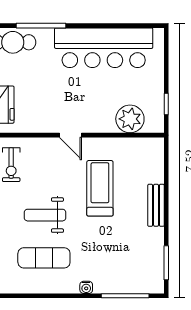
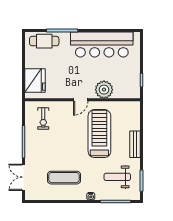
plant: (130, 119) -> (104, 90), moved
door: (70, 135) -> (81, 100), hinge flipped
treadmill: (100, 188) -> (99, 134), width x1.37, depth x1.38
weight bench: (45, 215) -> (117, 177), moved

